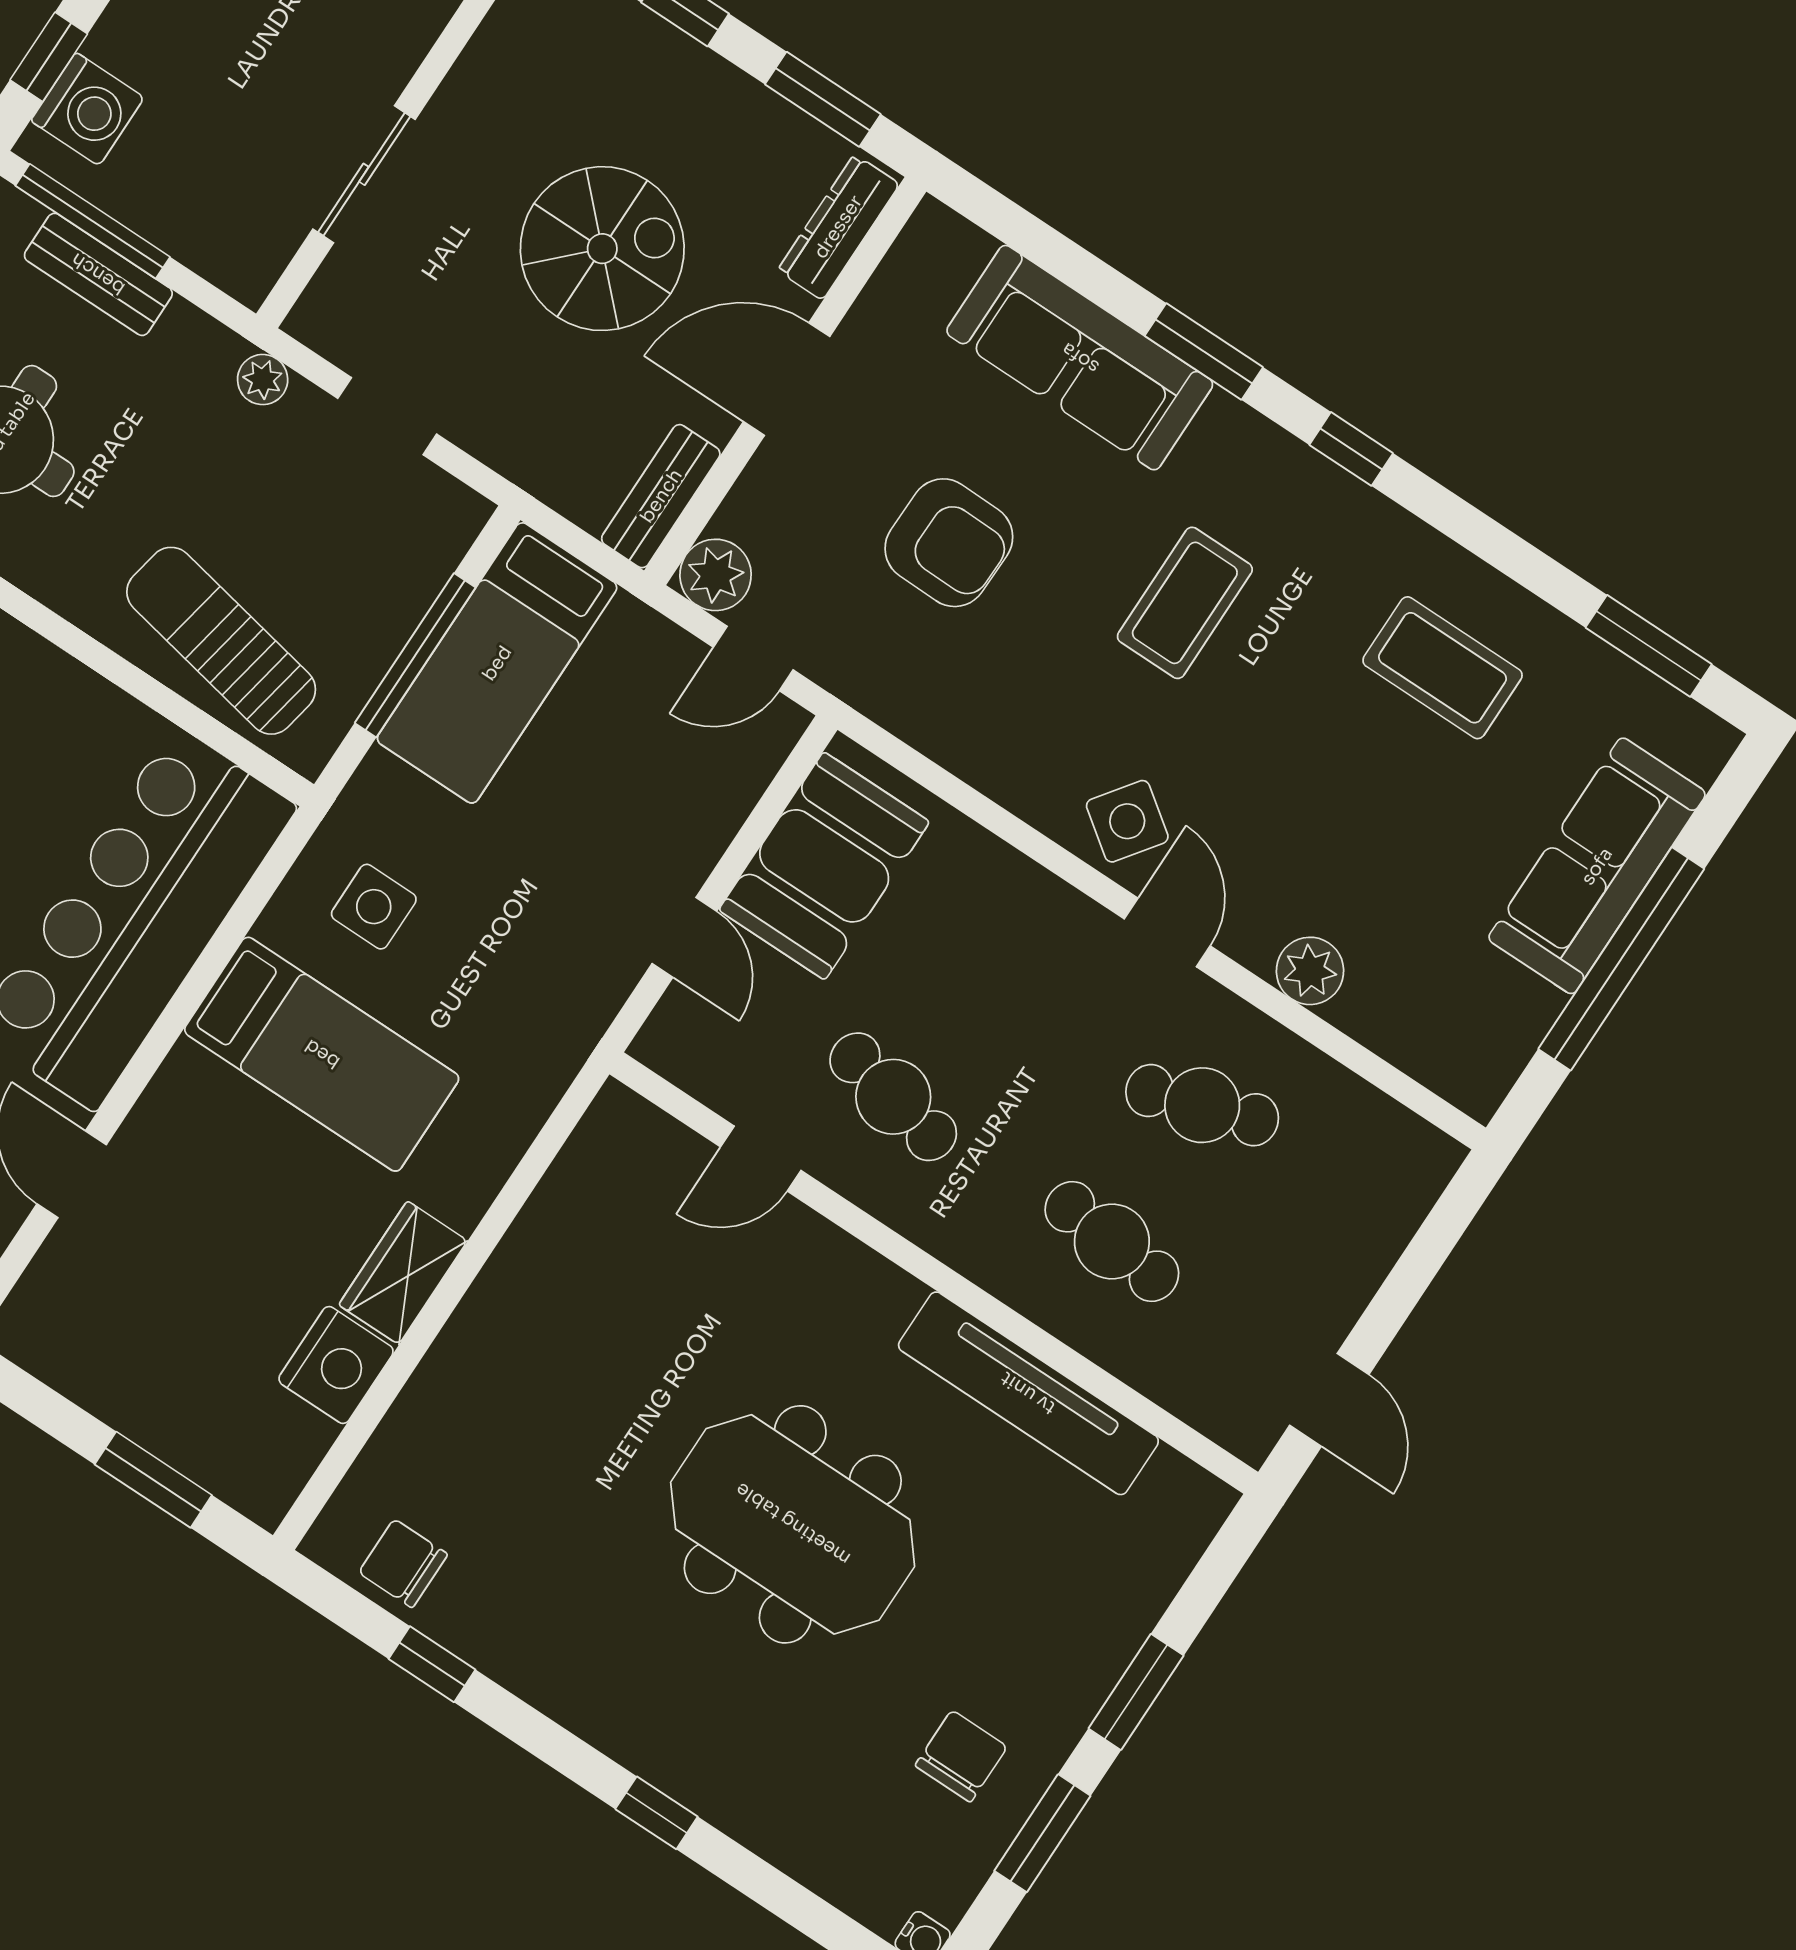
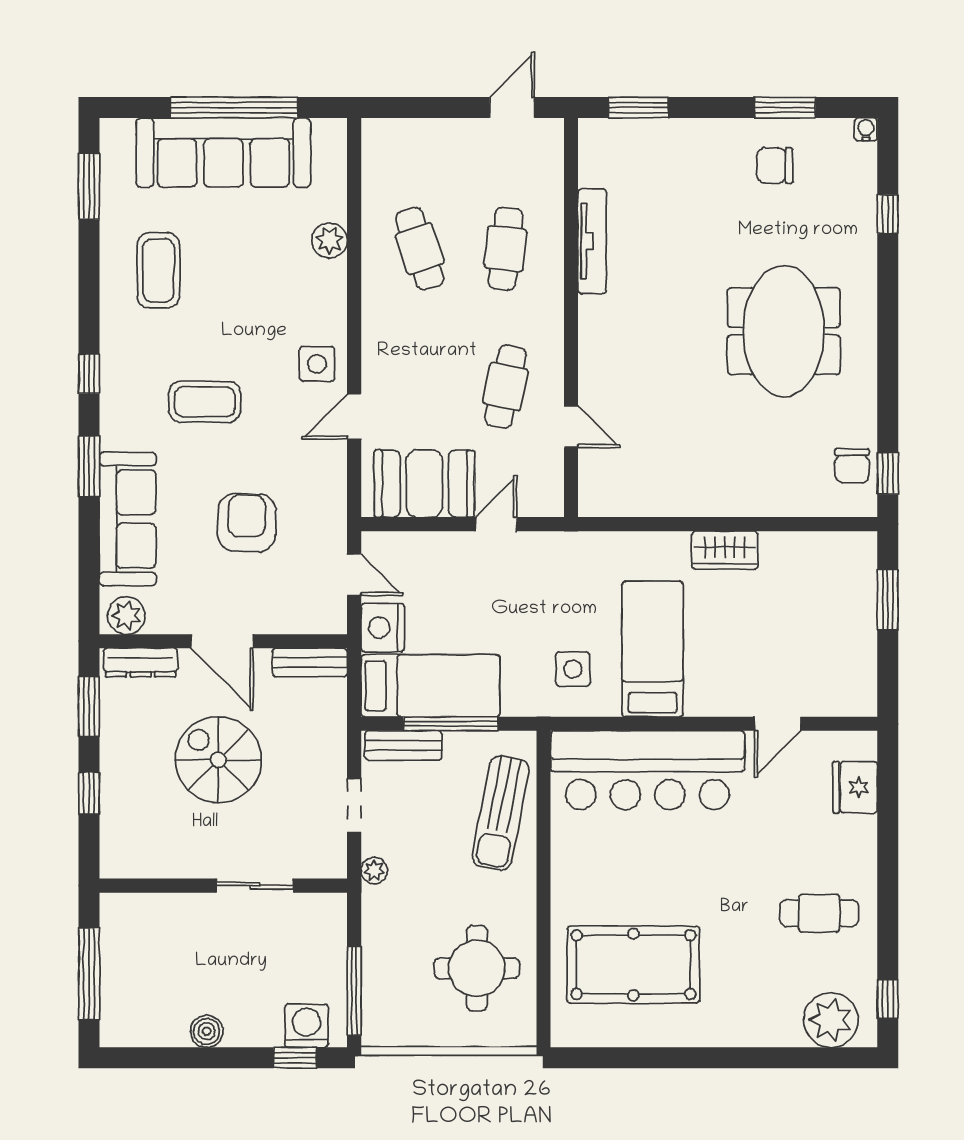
bench: (98, 274) -> (403, 745), moved, turned 90
plant: (716, 575) -> (126, 616), moved
side table: (1127, 821) -> (317, 364), turned -36
sofa: (1597, 866) -> (223, 153), width x1.36, depth x1.27
door: (1167, 932) -> (354, 416), moved
nightstand: (336, 1365) -> (383, 628), moved, turned -90
tv unit: (1028, 1393) -> (592, 241), width x0.73, depth x0.78
meeting table: (793, 1524) -> (784, 331), moved
window: (432, 1664) -> (888, 473), moved
window: (1136, 1692) -> (638, 108), moved
window: (657, 1813) -> (888, 214), moved

